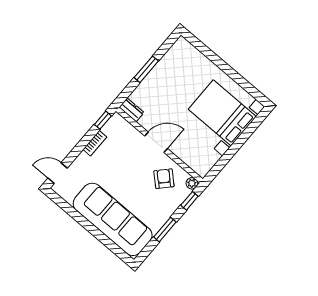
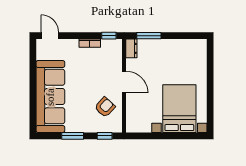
window: (146, 69) -> (149, 36), moved
plant: (192, 183) -> (117, 128), removed

